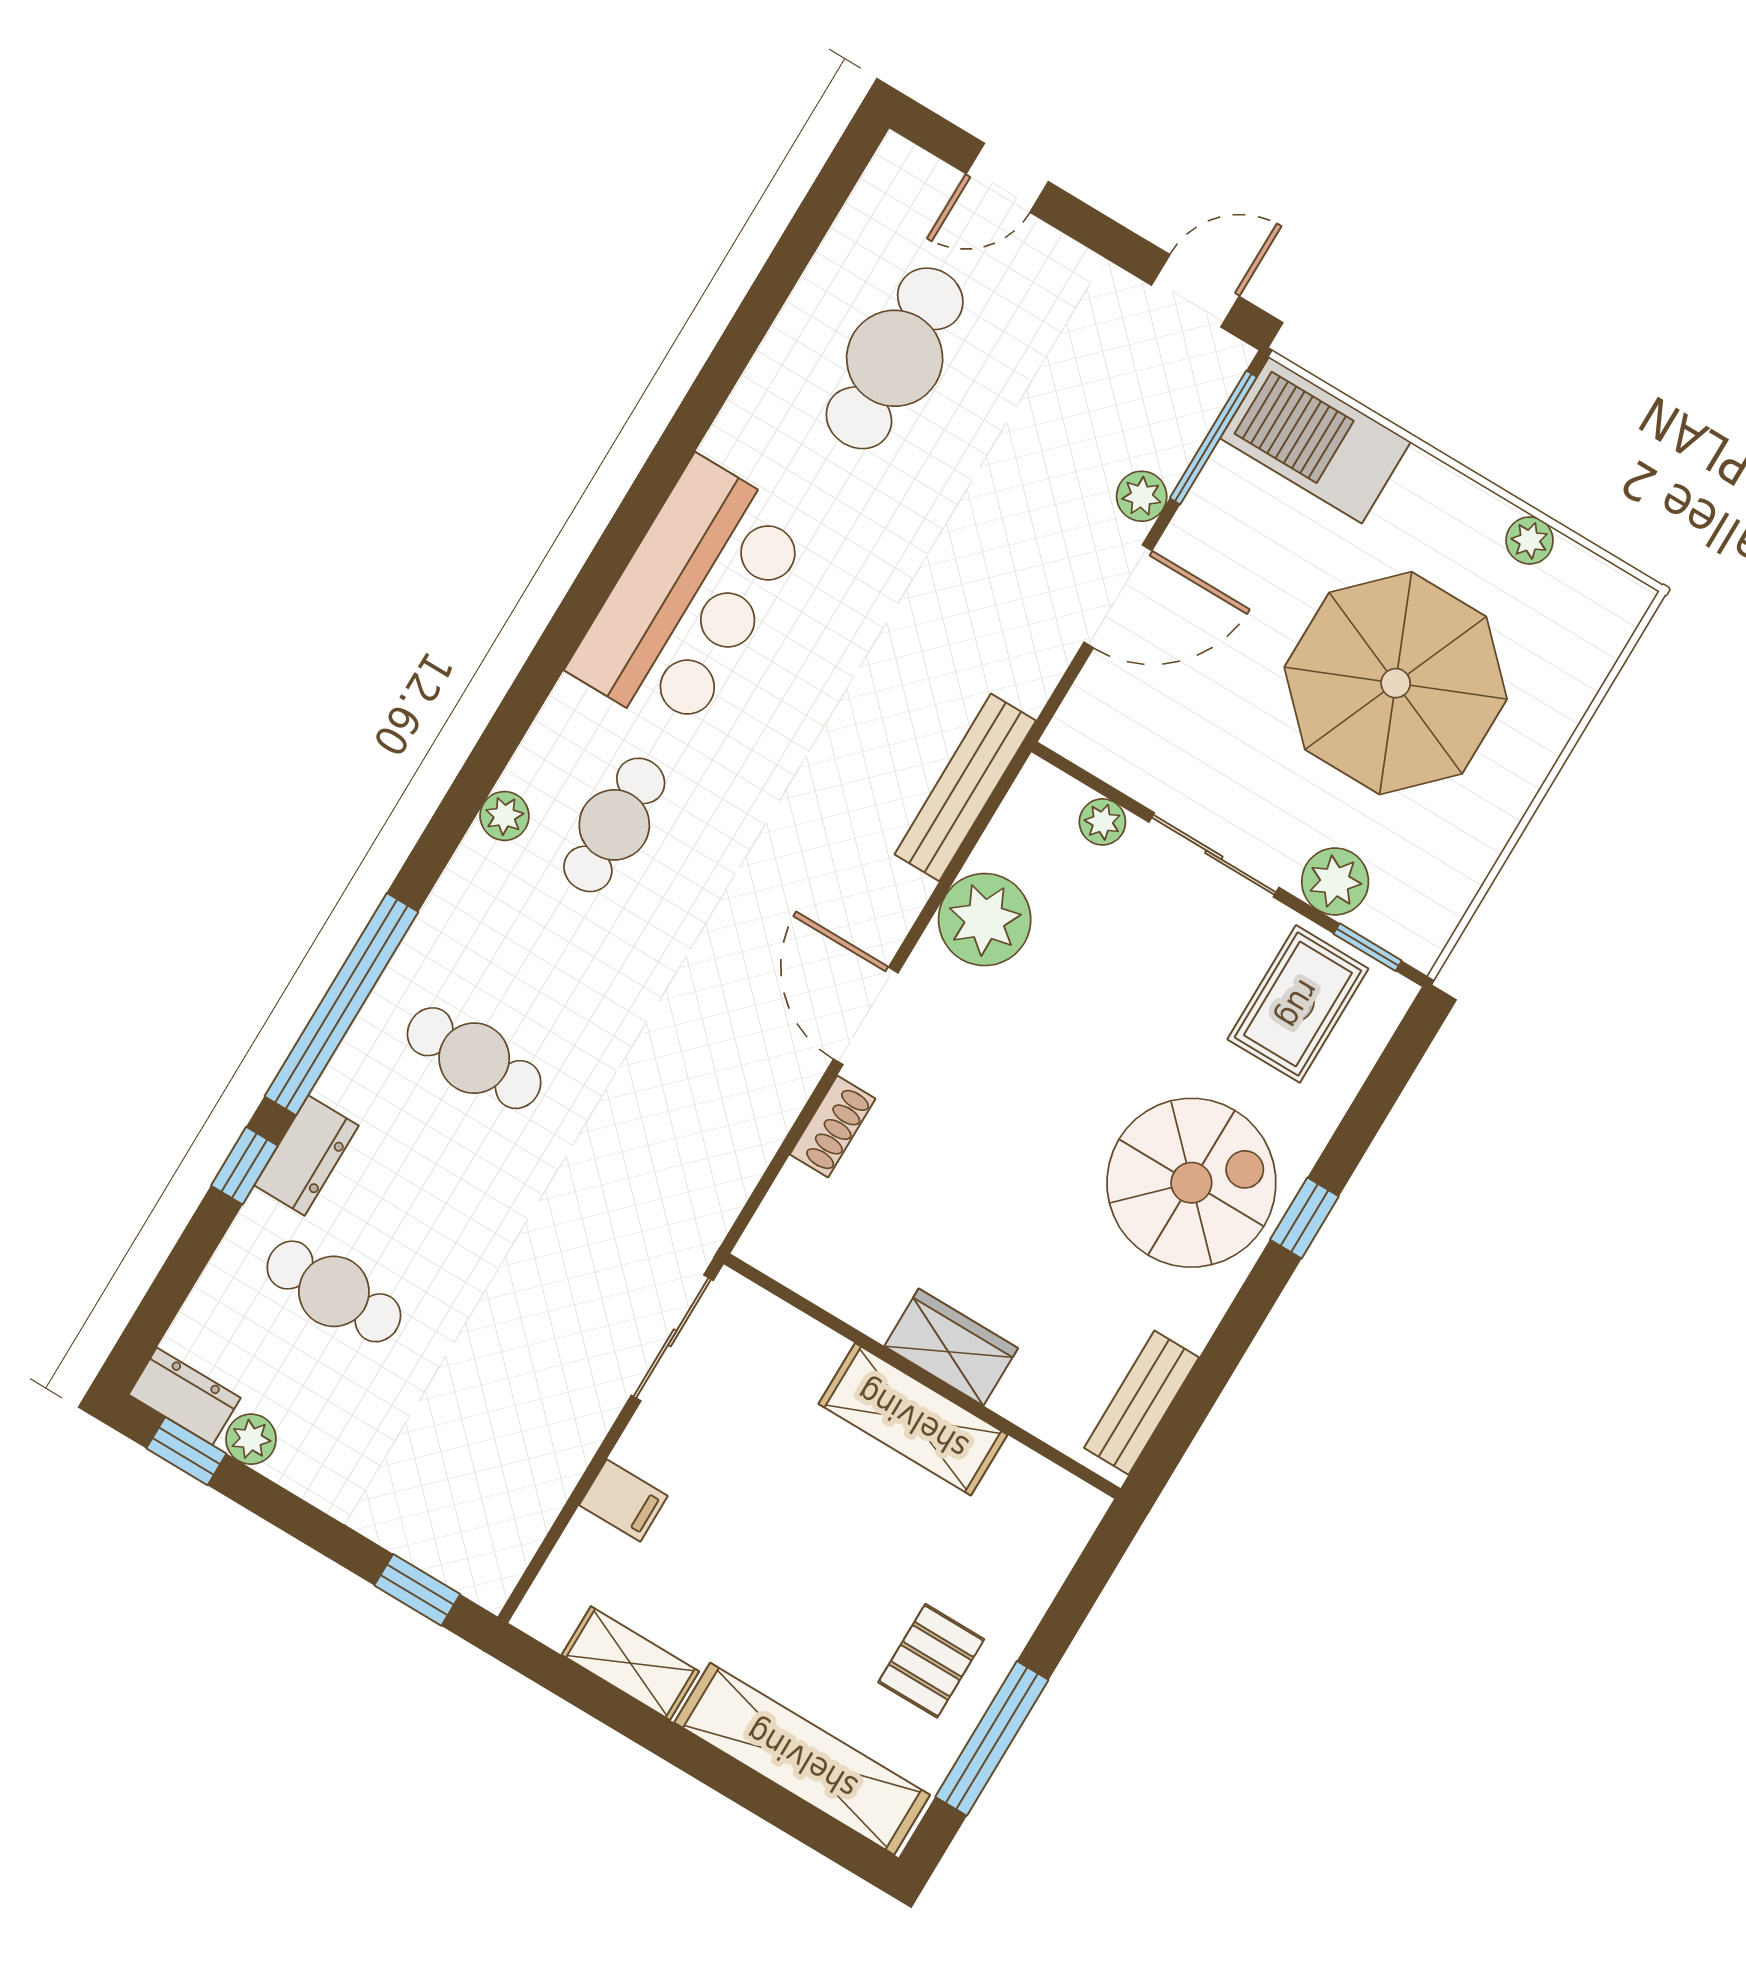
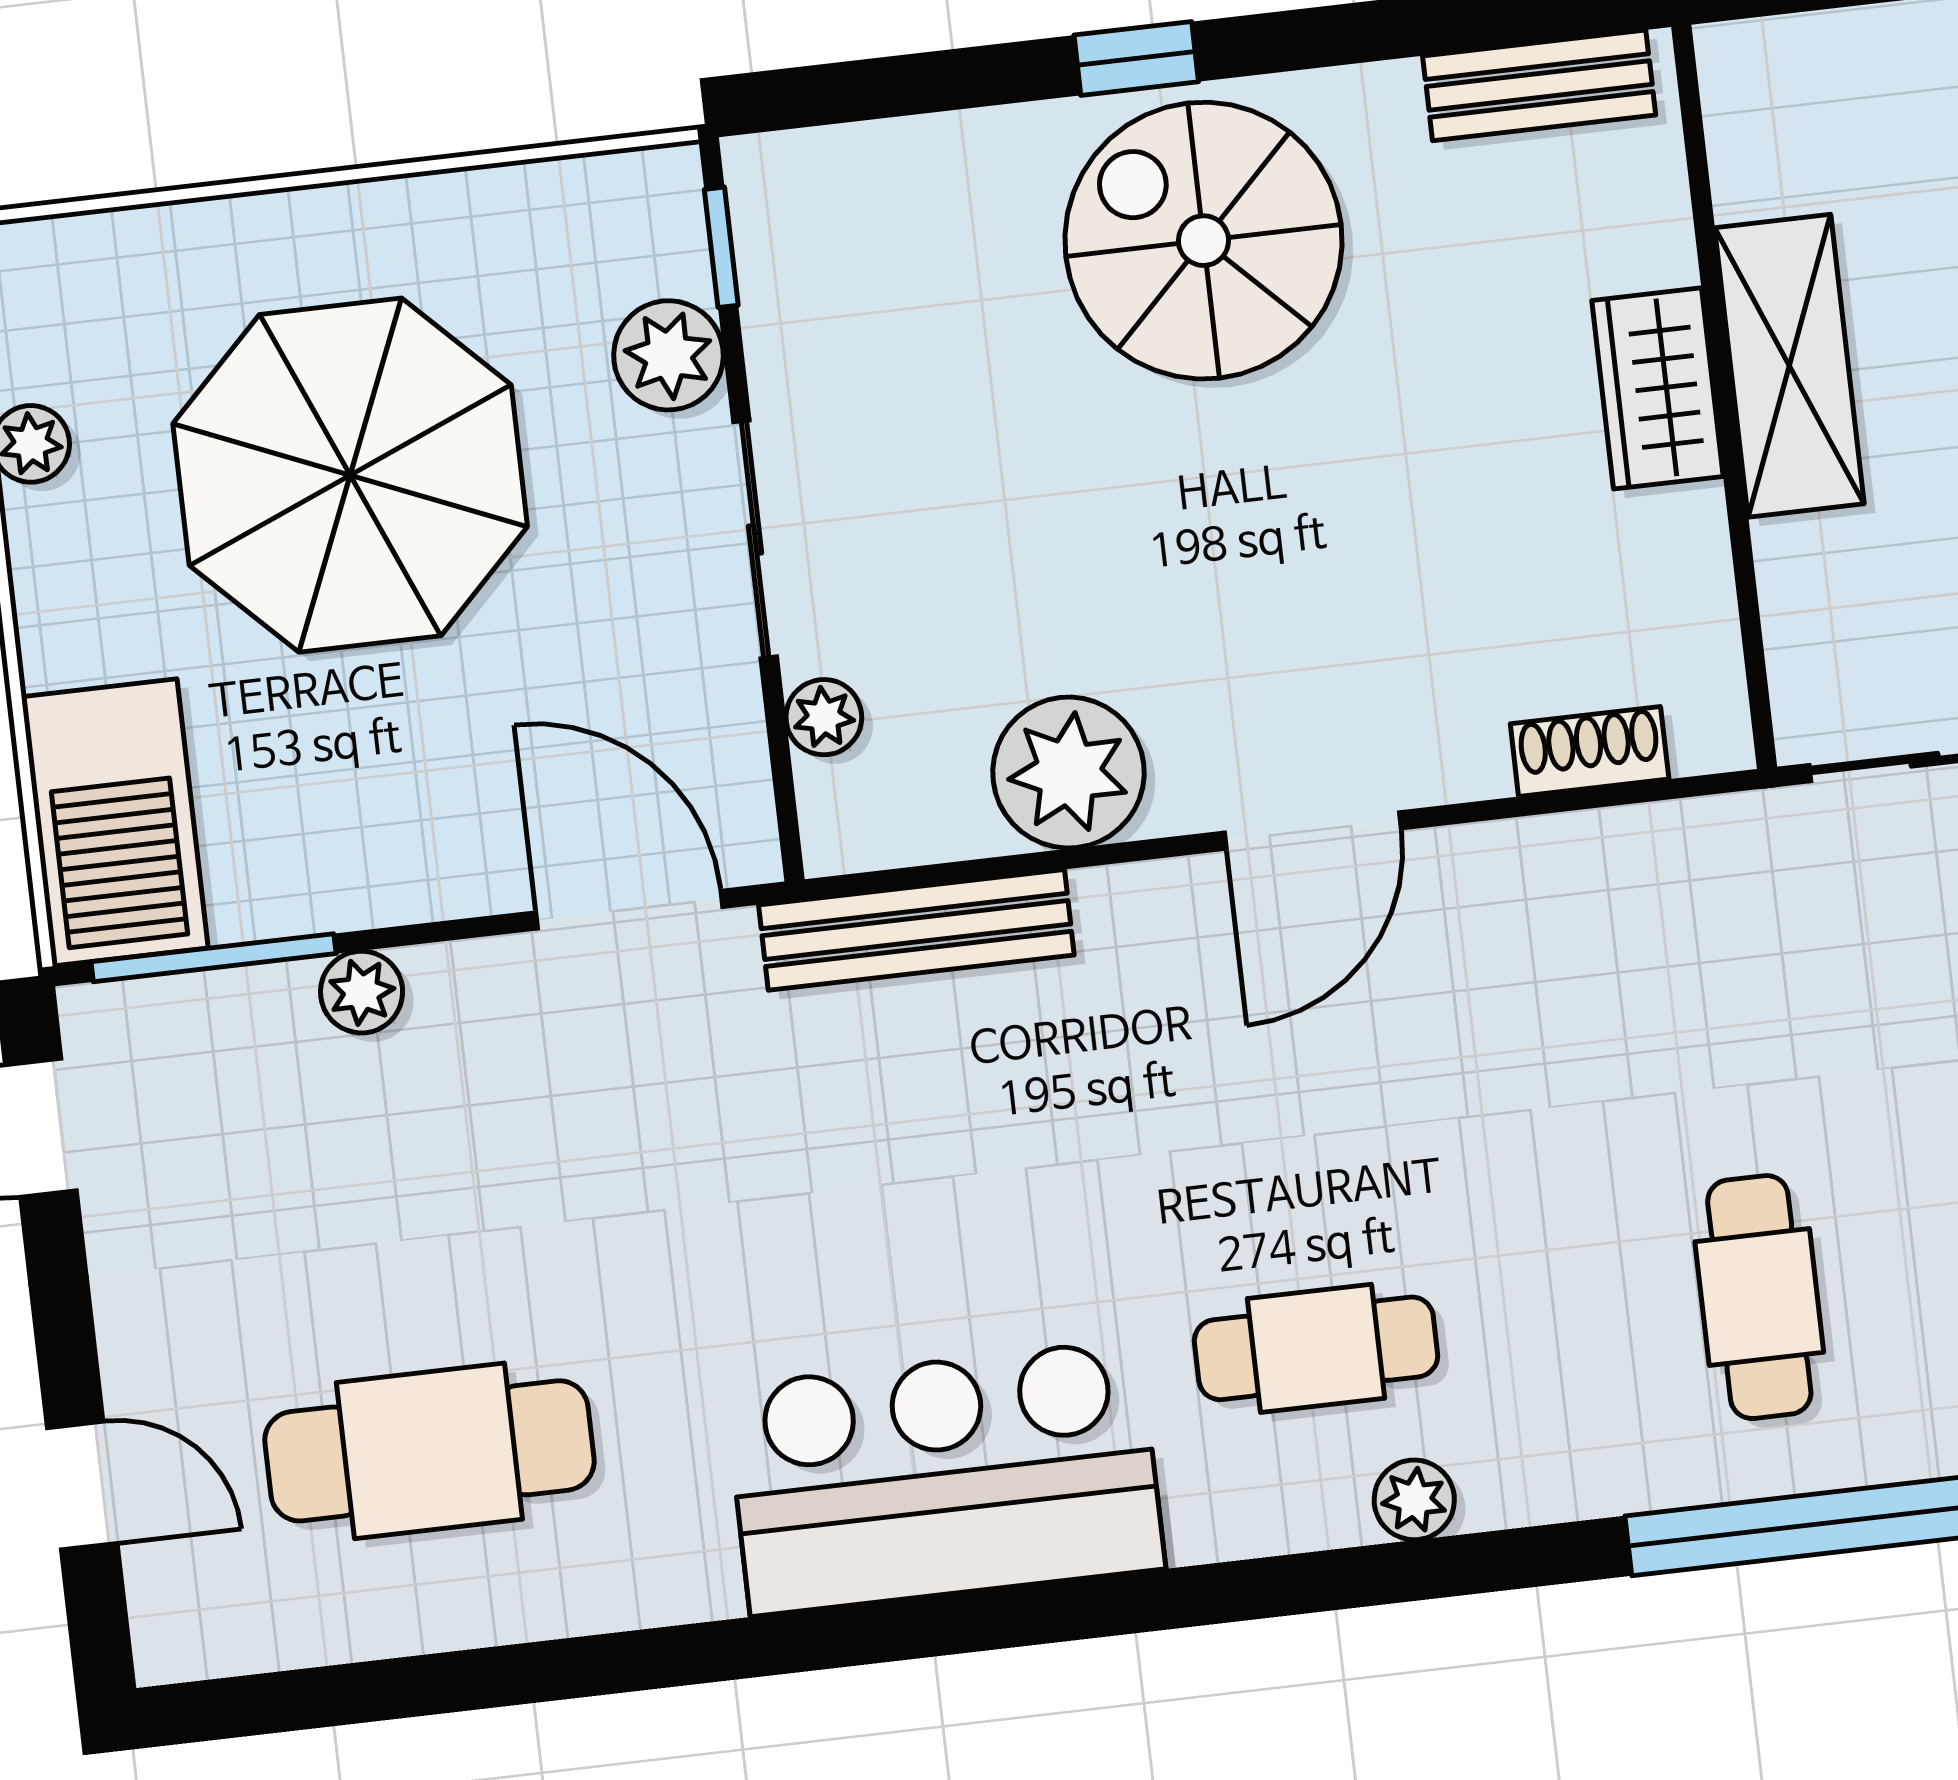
door: (1118, 596) -> (629, 910), moved
rug: (1298, 1004) -> (865, 281), removed
shoe rack: (833, 1126) -> (1590, 751), moved

